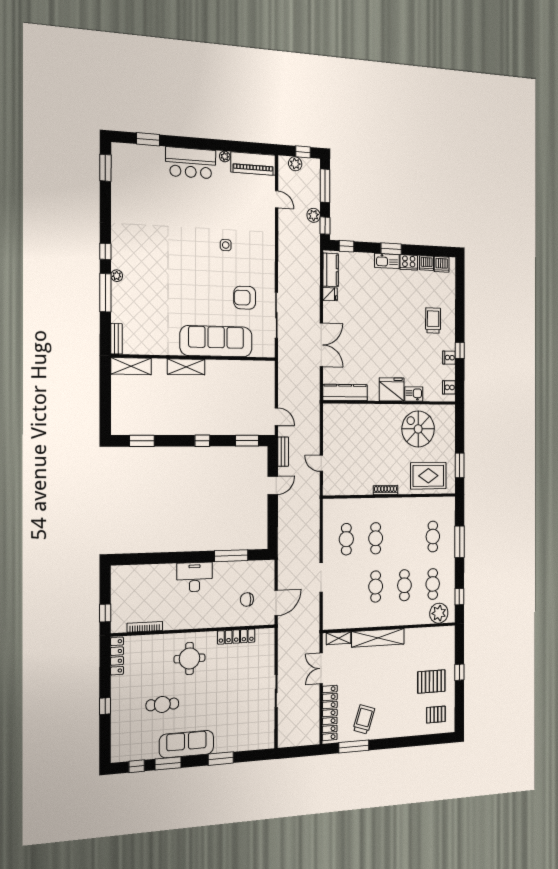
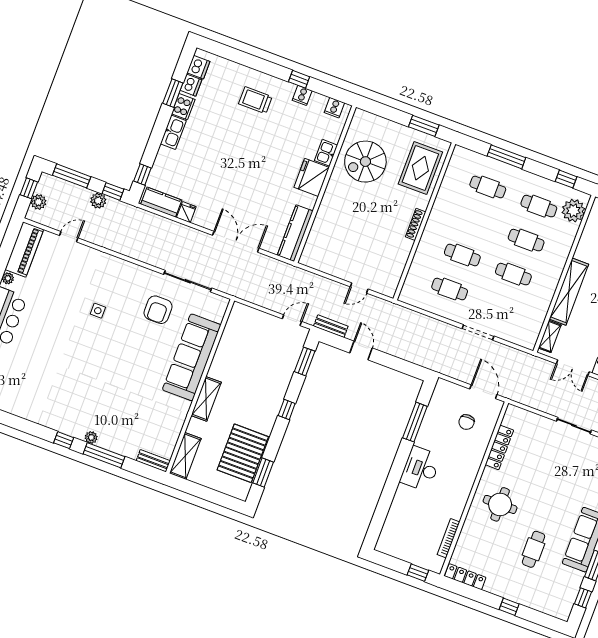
window: (391, 249) -> (173, 93), moved
pallet: (152, 416) -> (243, 453), added

